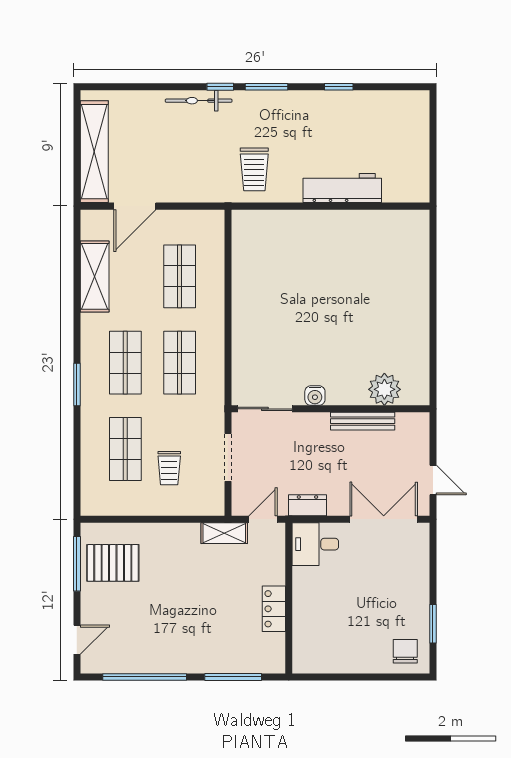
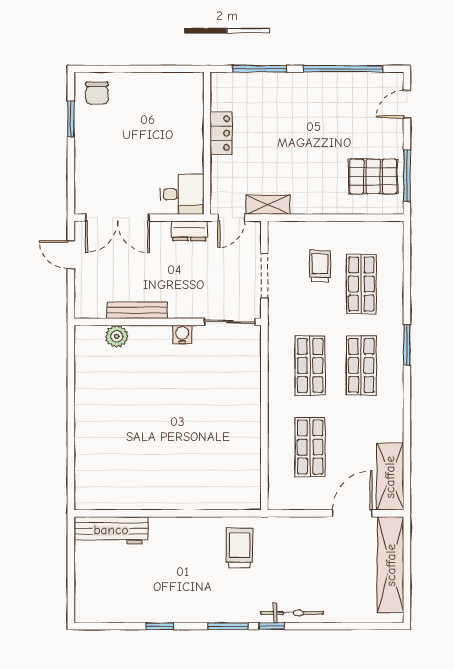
workbench: (342, 188) -> (111, 530), moved
shelving: (95, 276) -> (390, 477), moved
plant: (384, 389) -> (117, 336), width x0.73, depth x0.73

